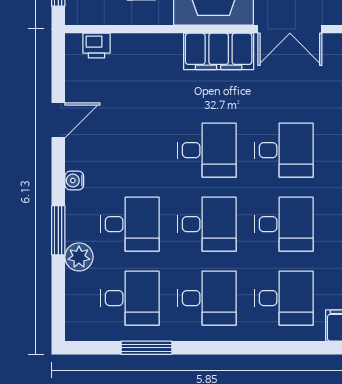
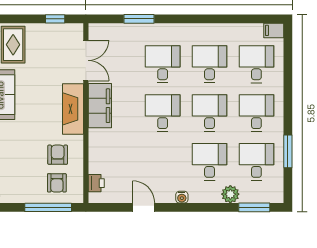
window: (58, 230) -> (254, 207), moved

